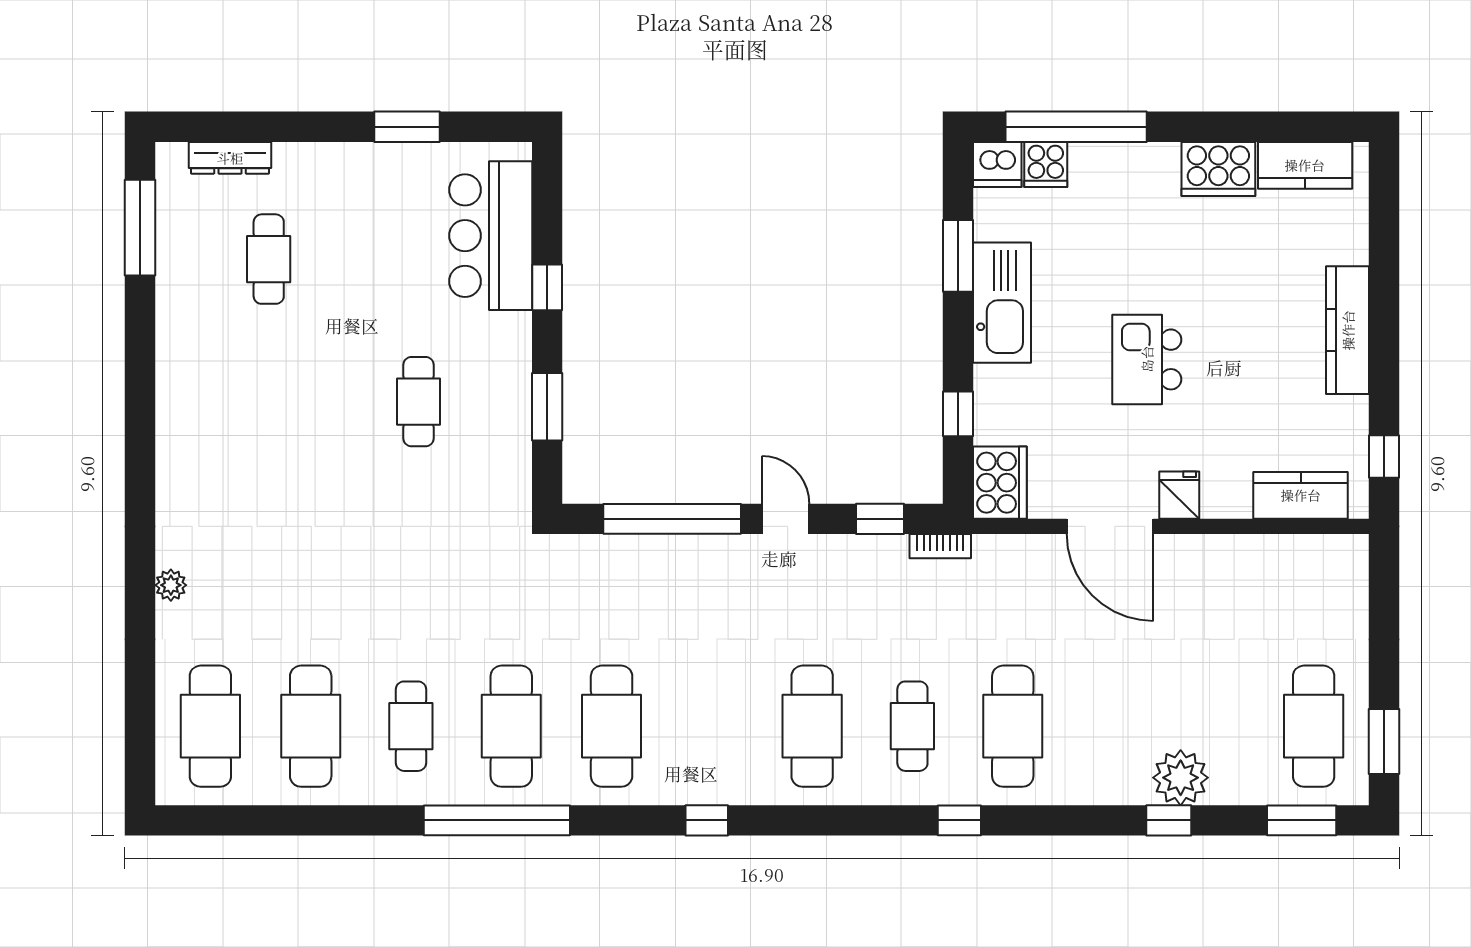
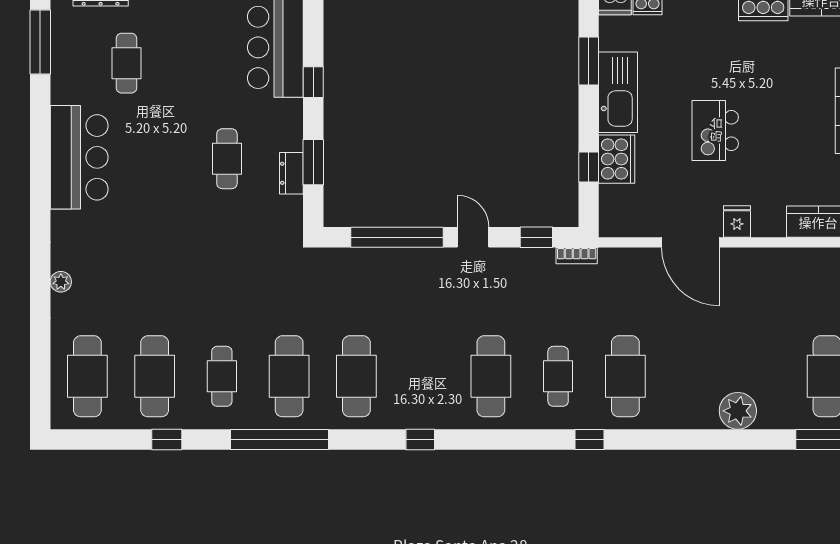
bar counter: (198, 400) -> (79, 157), added
dresser: (515, 423) -> (291, 173), added
cooker: (1000, 483) -> (617, 159), moved
window: (1169, 820) -> (167, 439), moved

